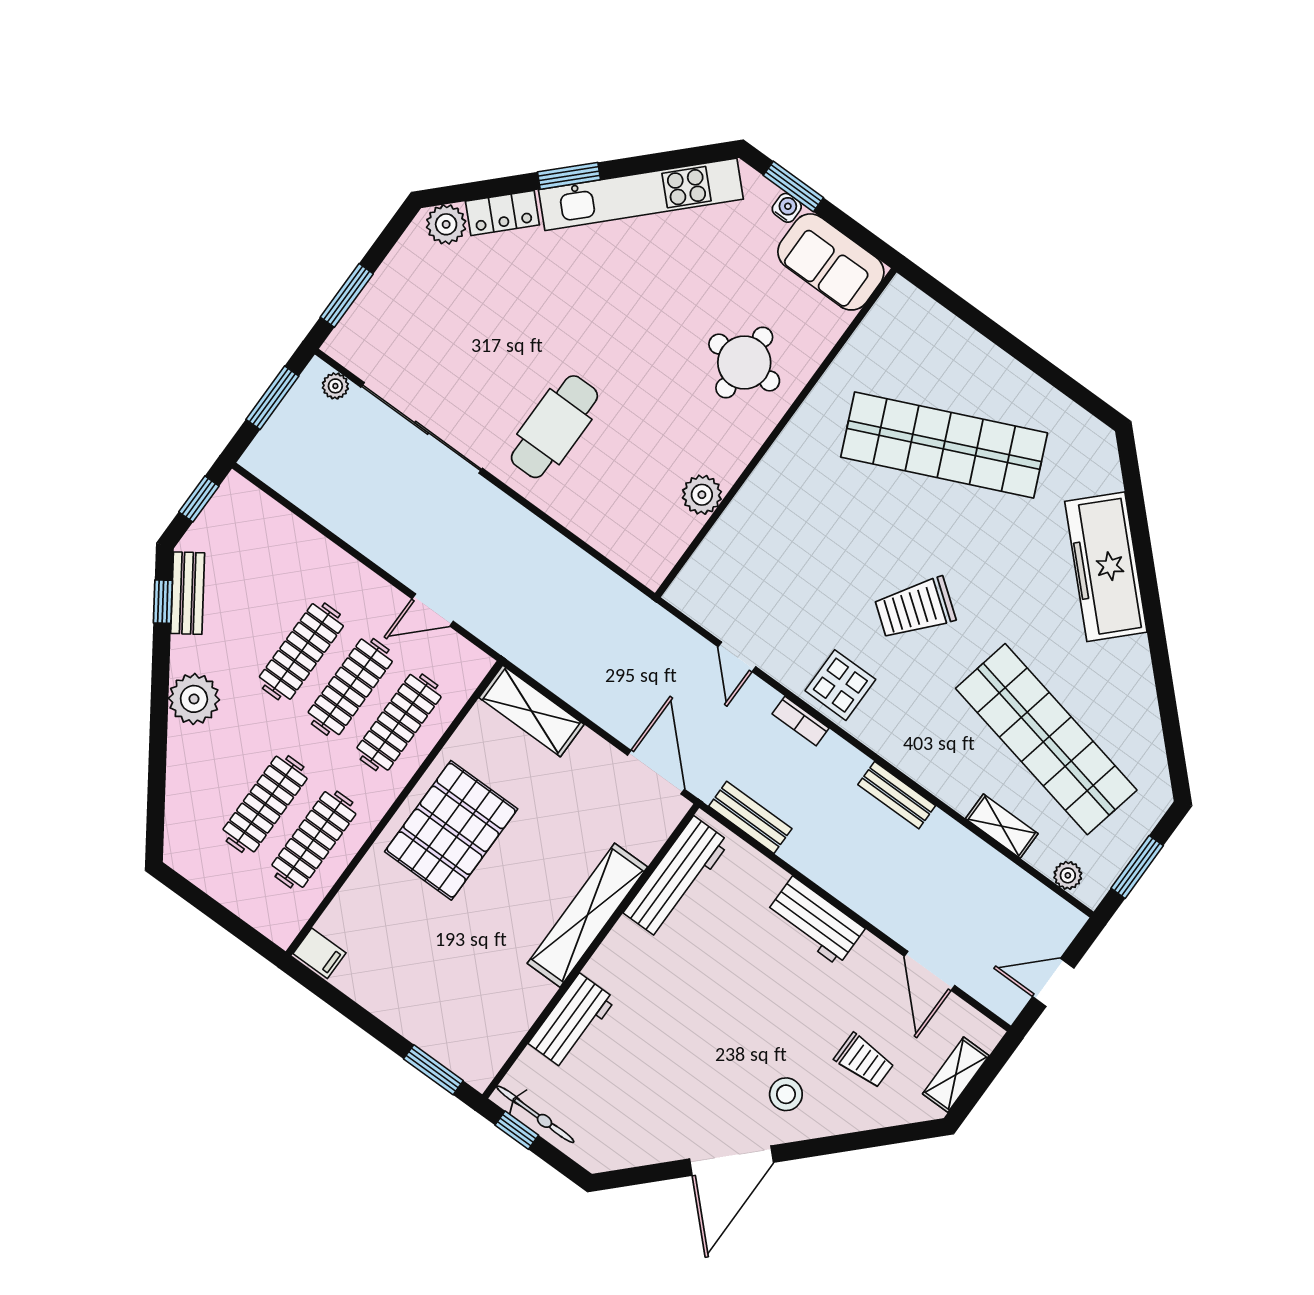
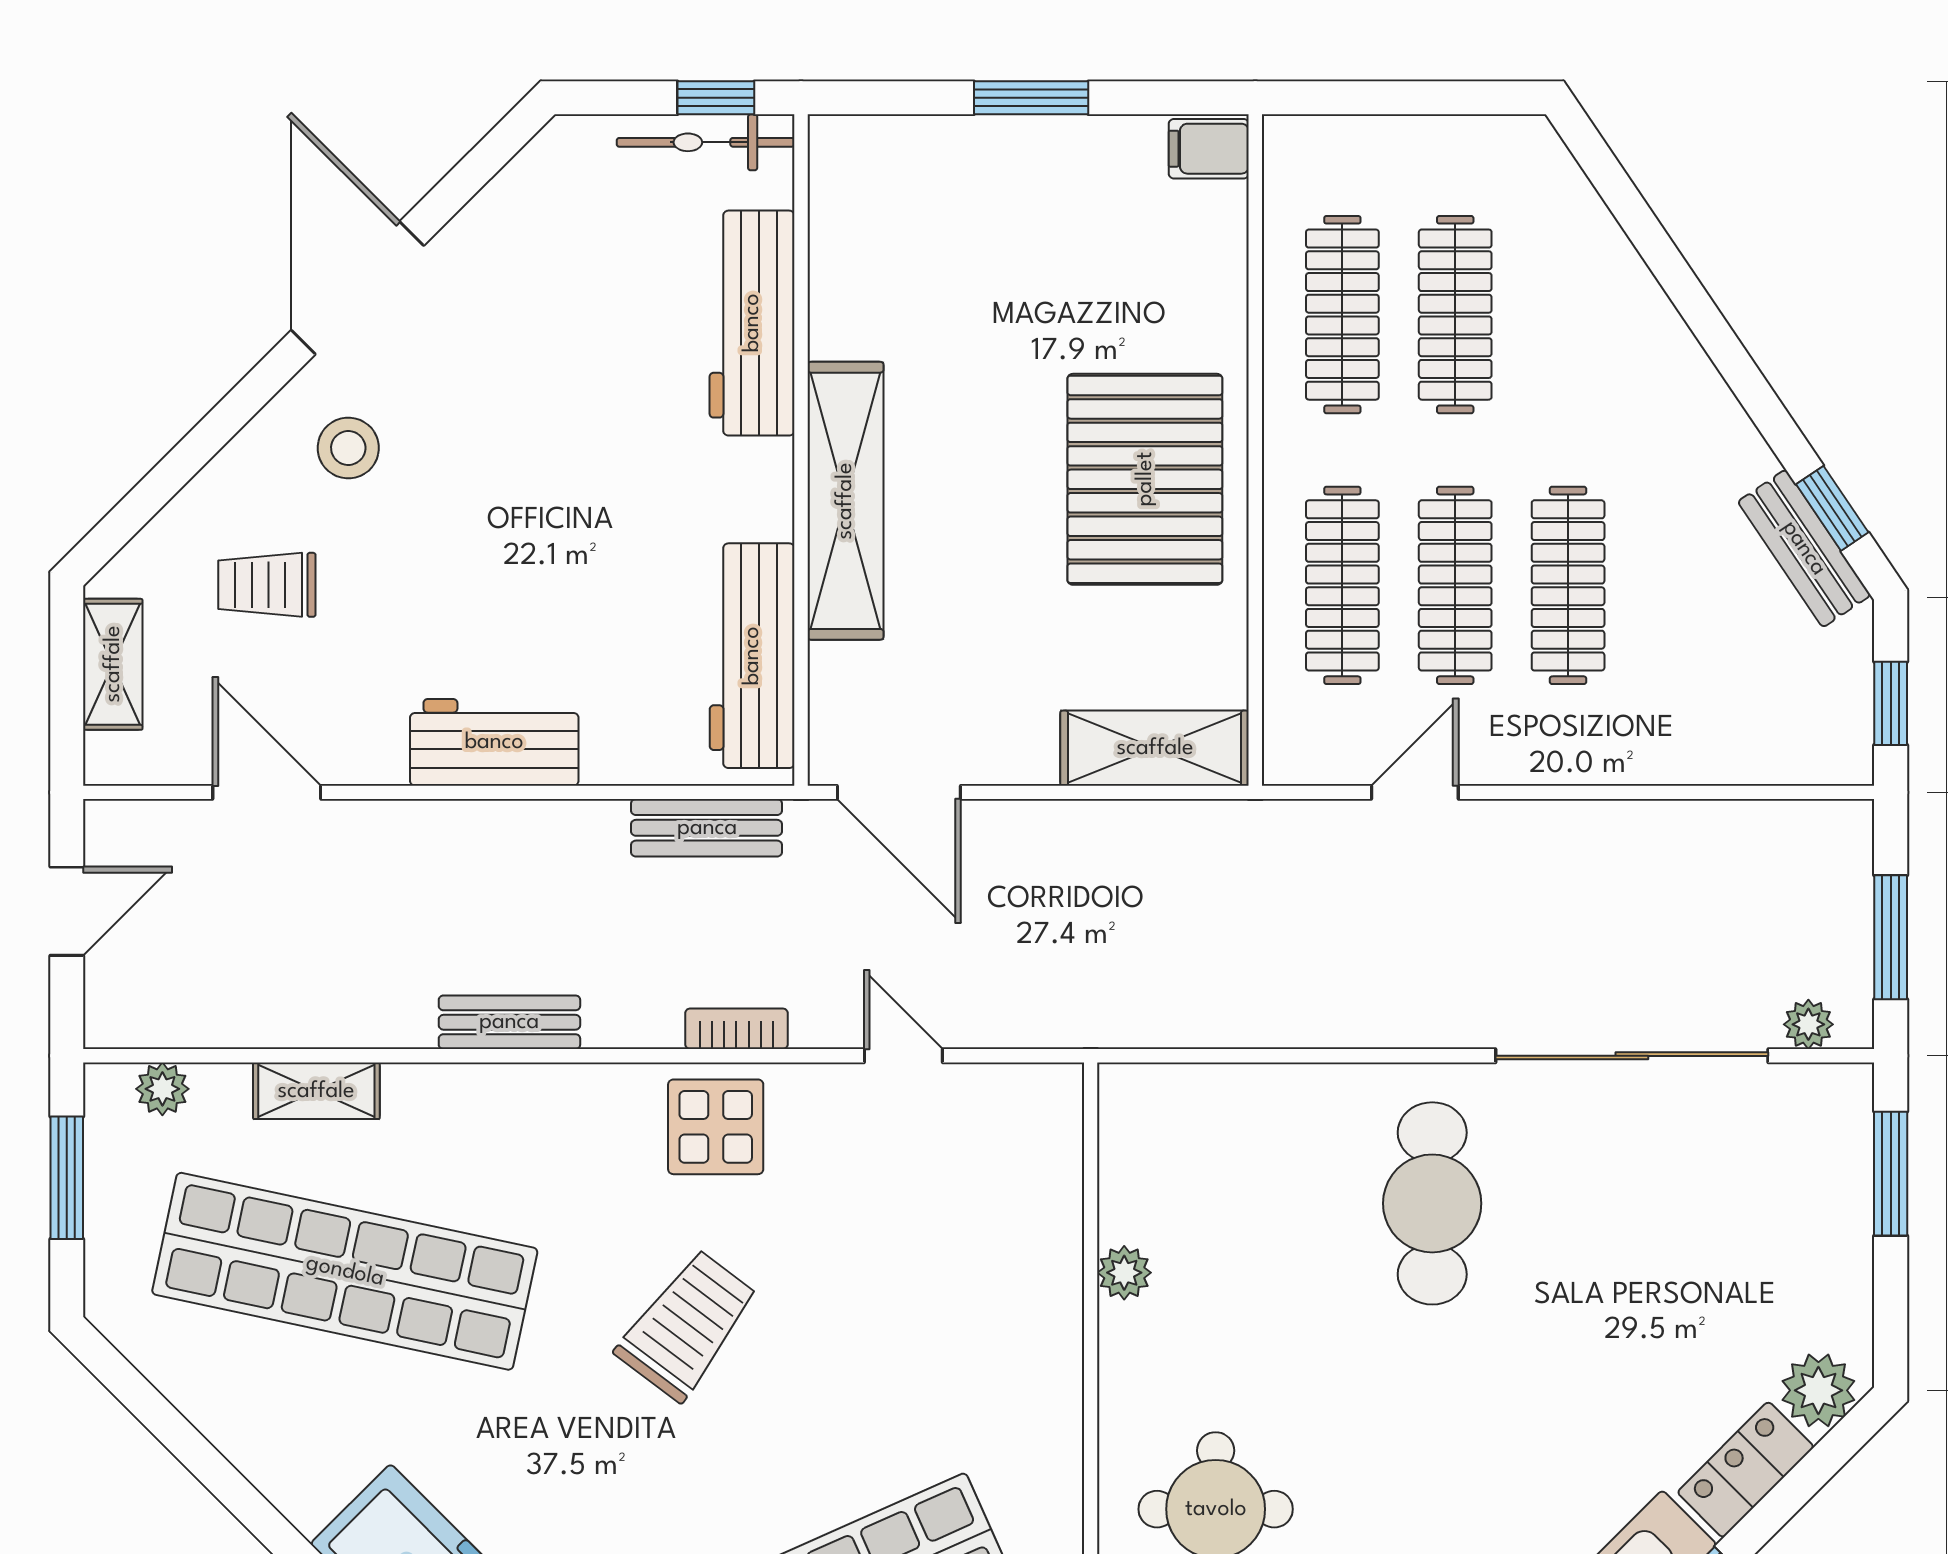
plant: (702, 495) -> (1124, 1273), width x0.73, depth x0.73
plant: (194, 699) -> (1678, 395), removed
workbench: (572, 1021) -> (752, 323), width x1.38
window: (433, 1070) -> (1031, 98), moved

